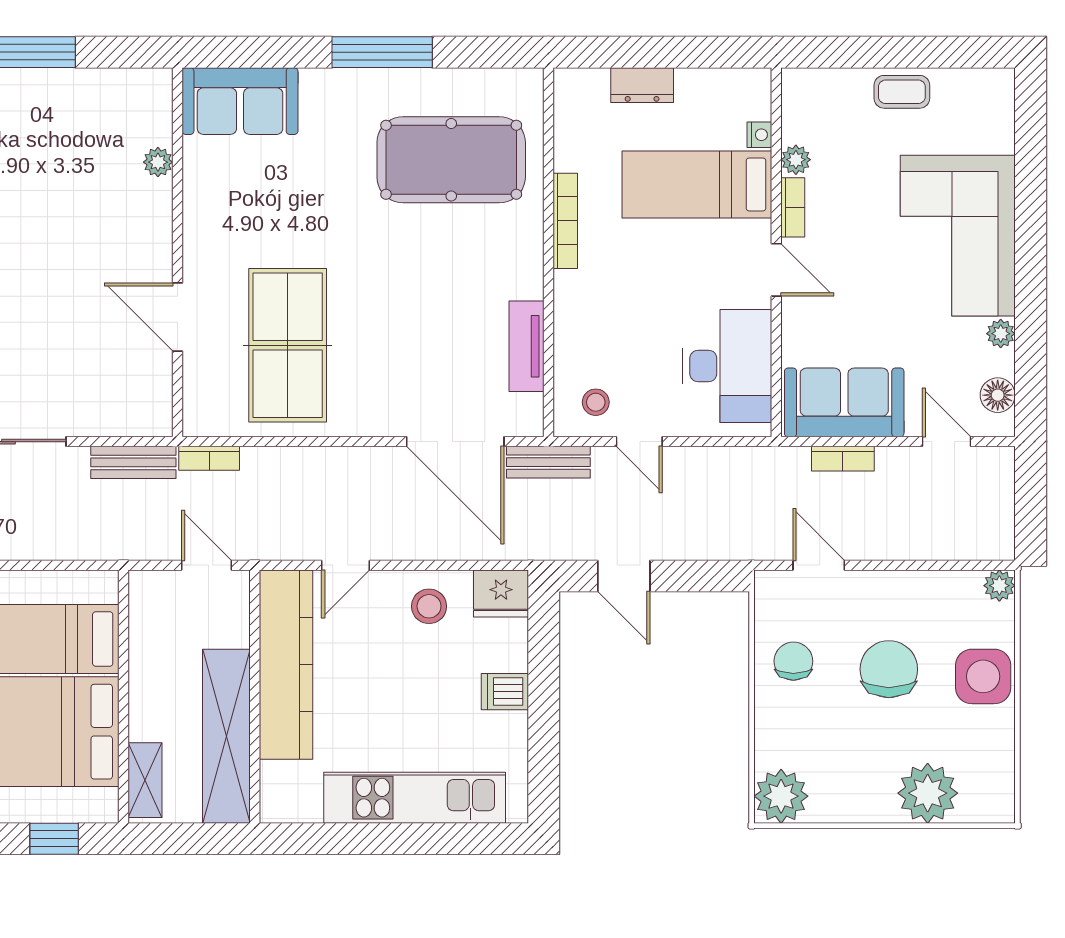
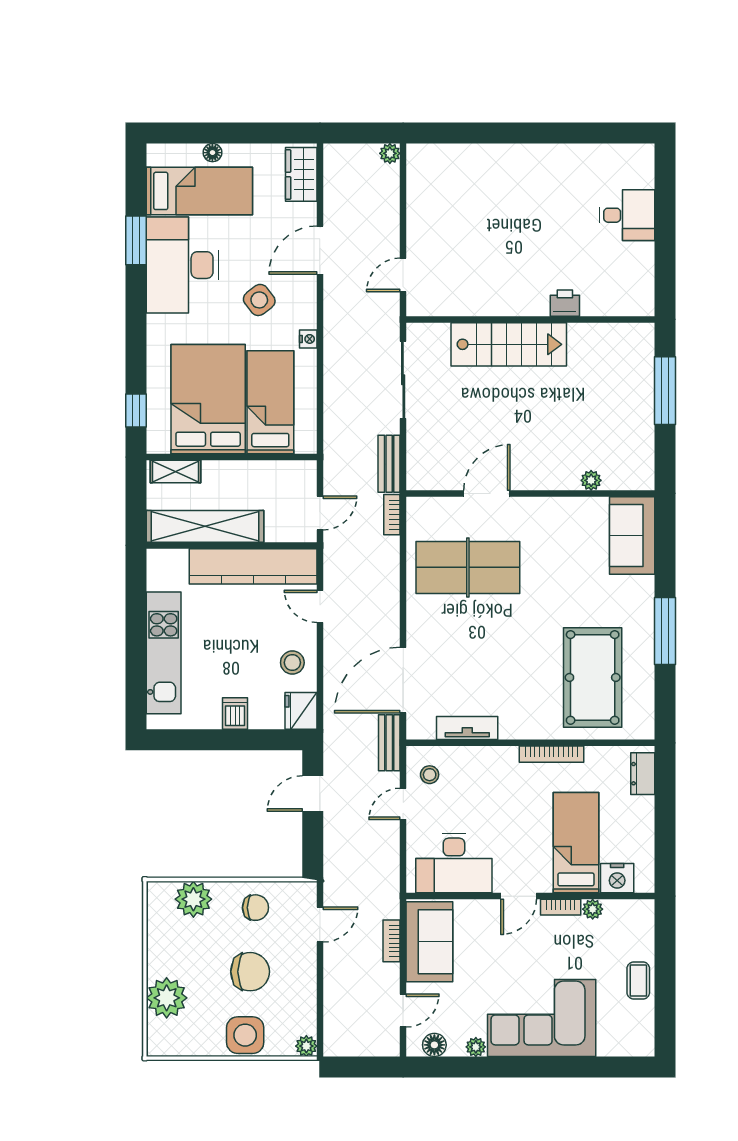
dresser: (642, 85) -> (643, 774), moved
nightstand: (759, 135) -> (617, 878), width x1.89, depth x1.79
plant: (781, 796) -> (193, 899), moved

